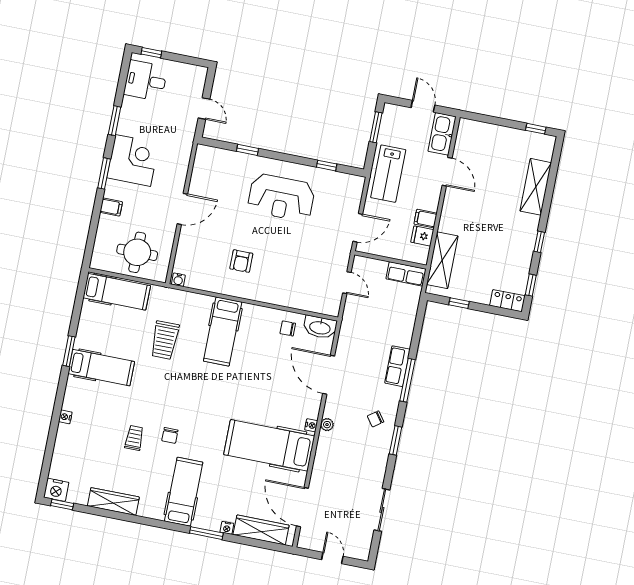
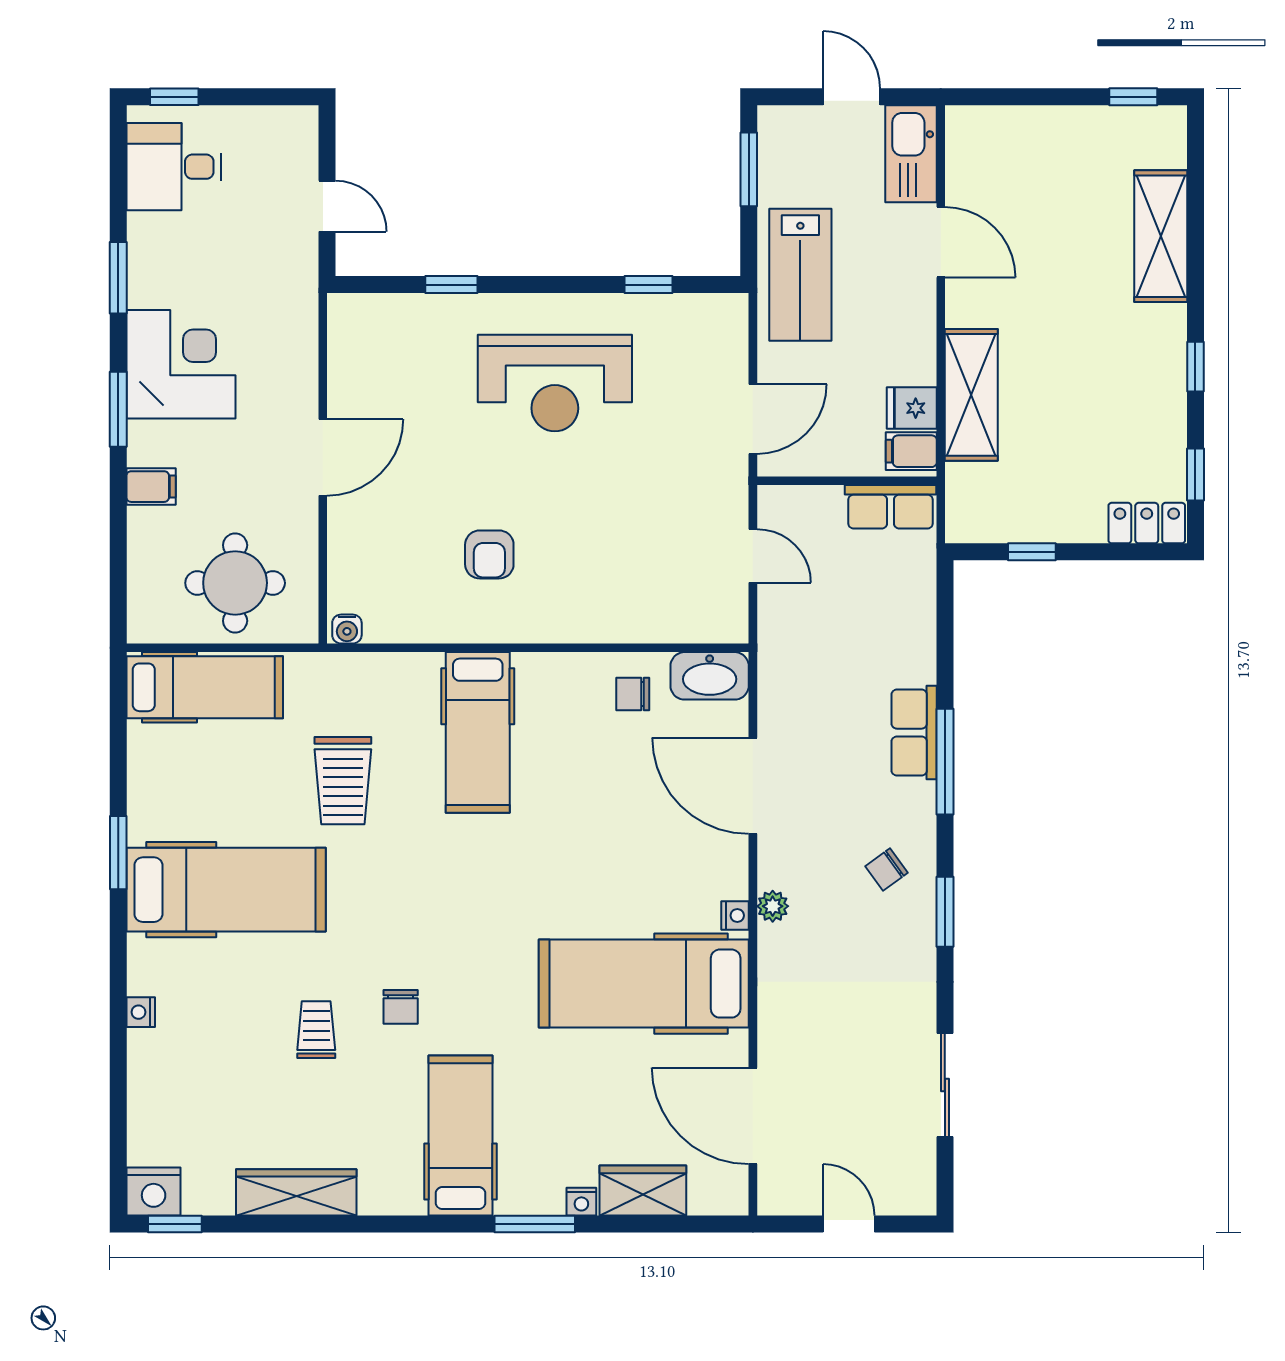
filing cabinet: (426, 219) -> (911, 451), moved
shelving: (442, 260) -> (971, 395), moved
hospital bed: (101, 368) -> (226, 890), width x1.37, depth x1.29
wardrobe: (261, 530) -> (643, 1191), width x0.67

